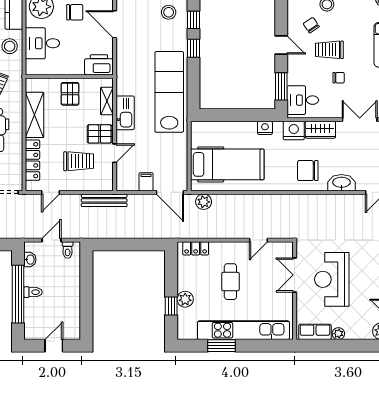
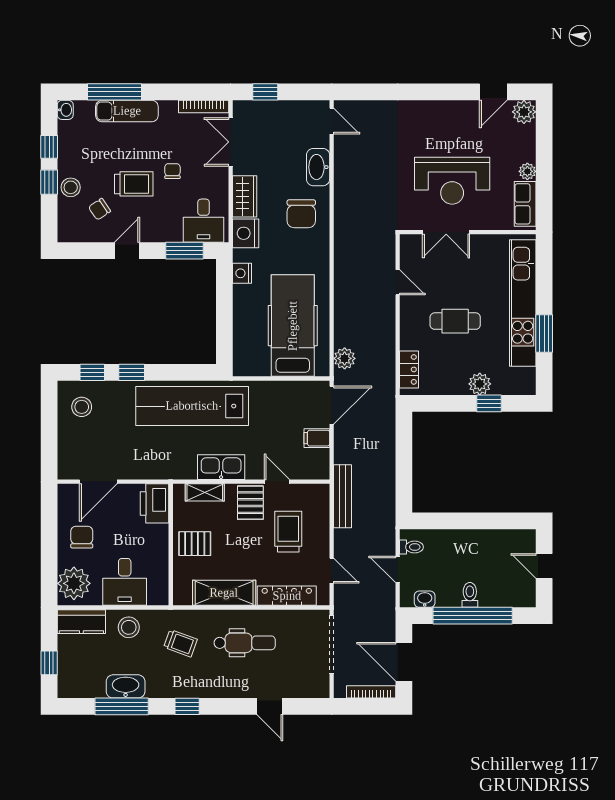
trolley: (329, 50) -> (134, 184), turned -90

